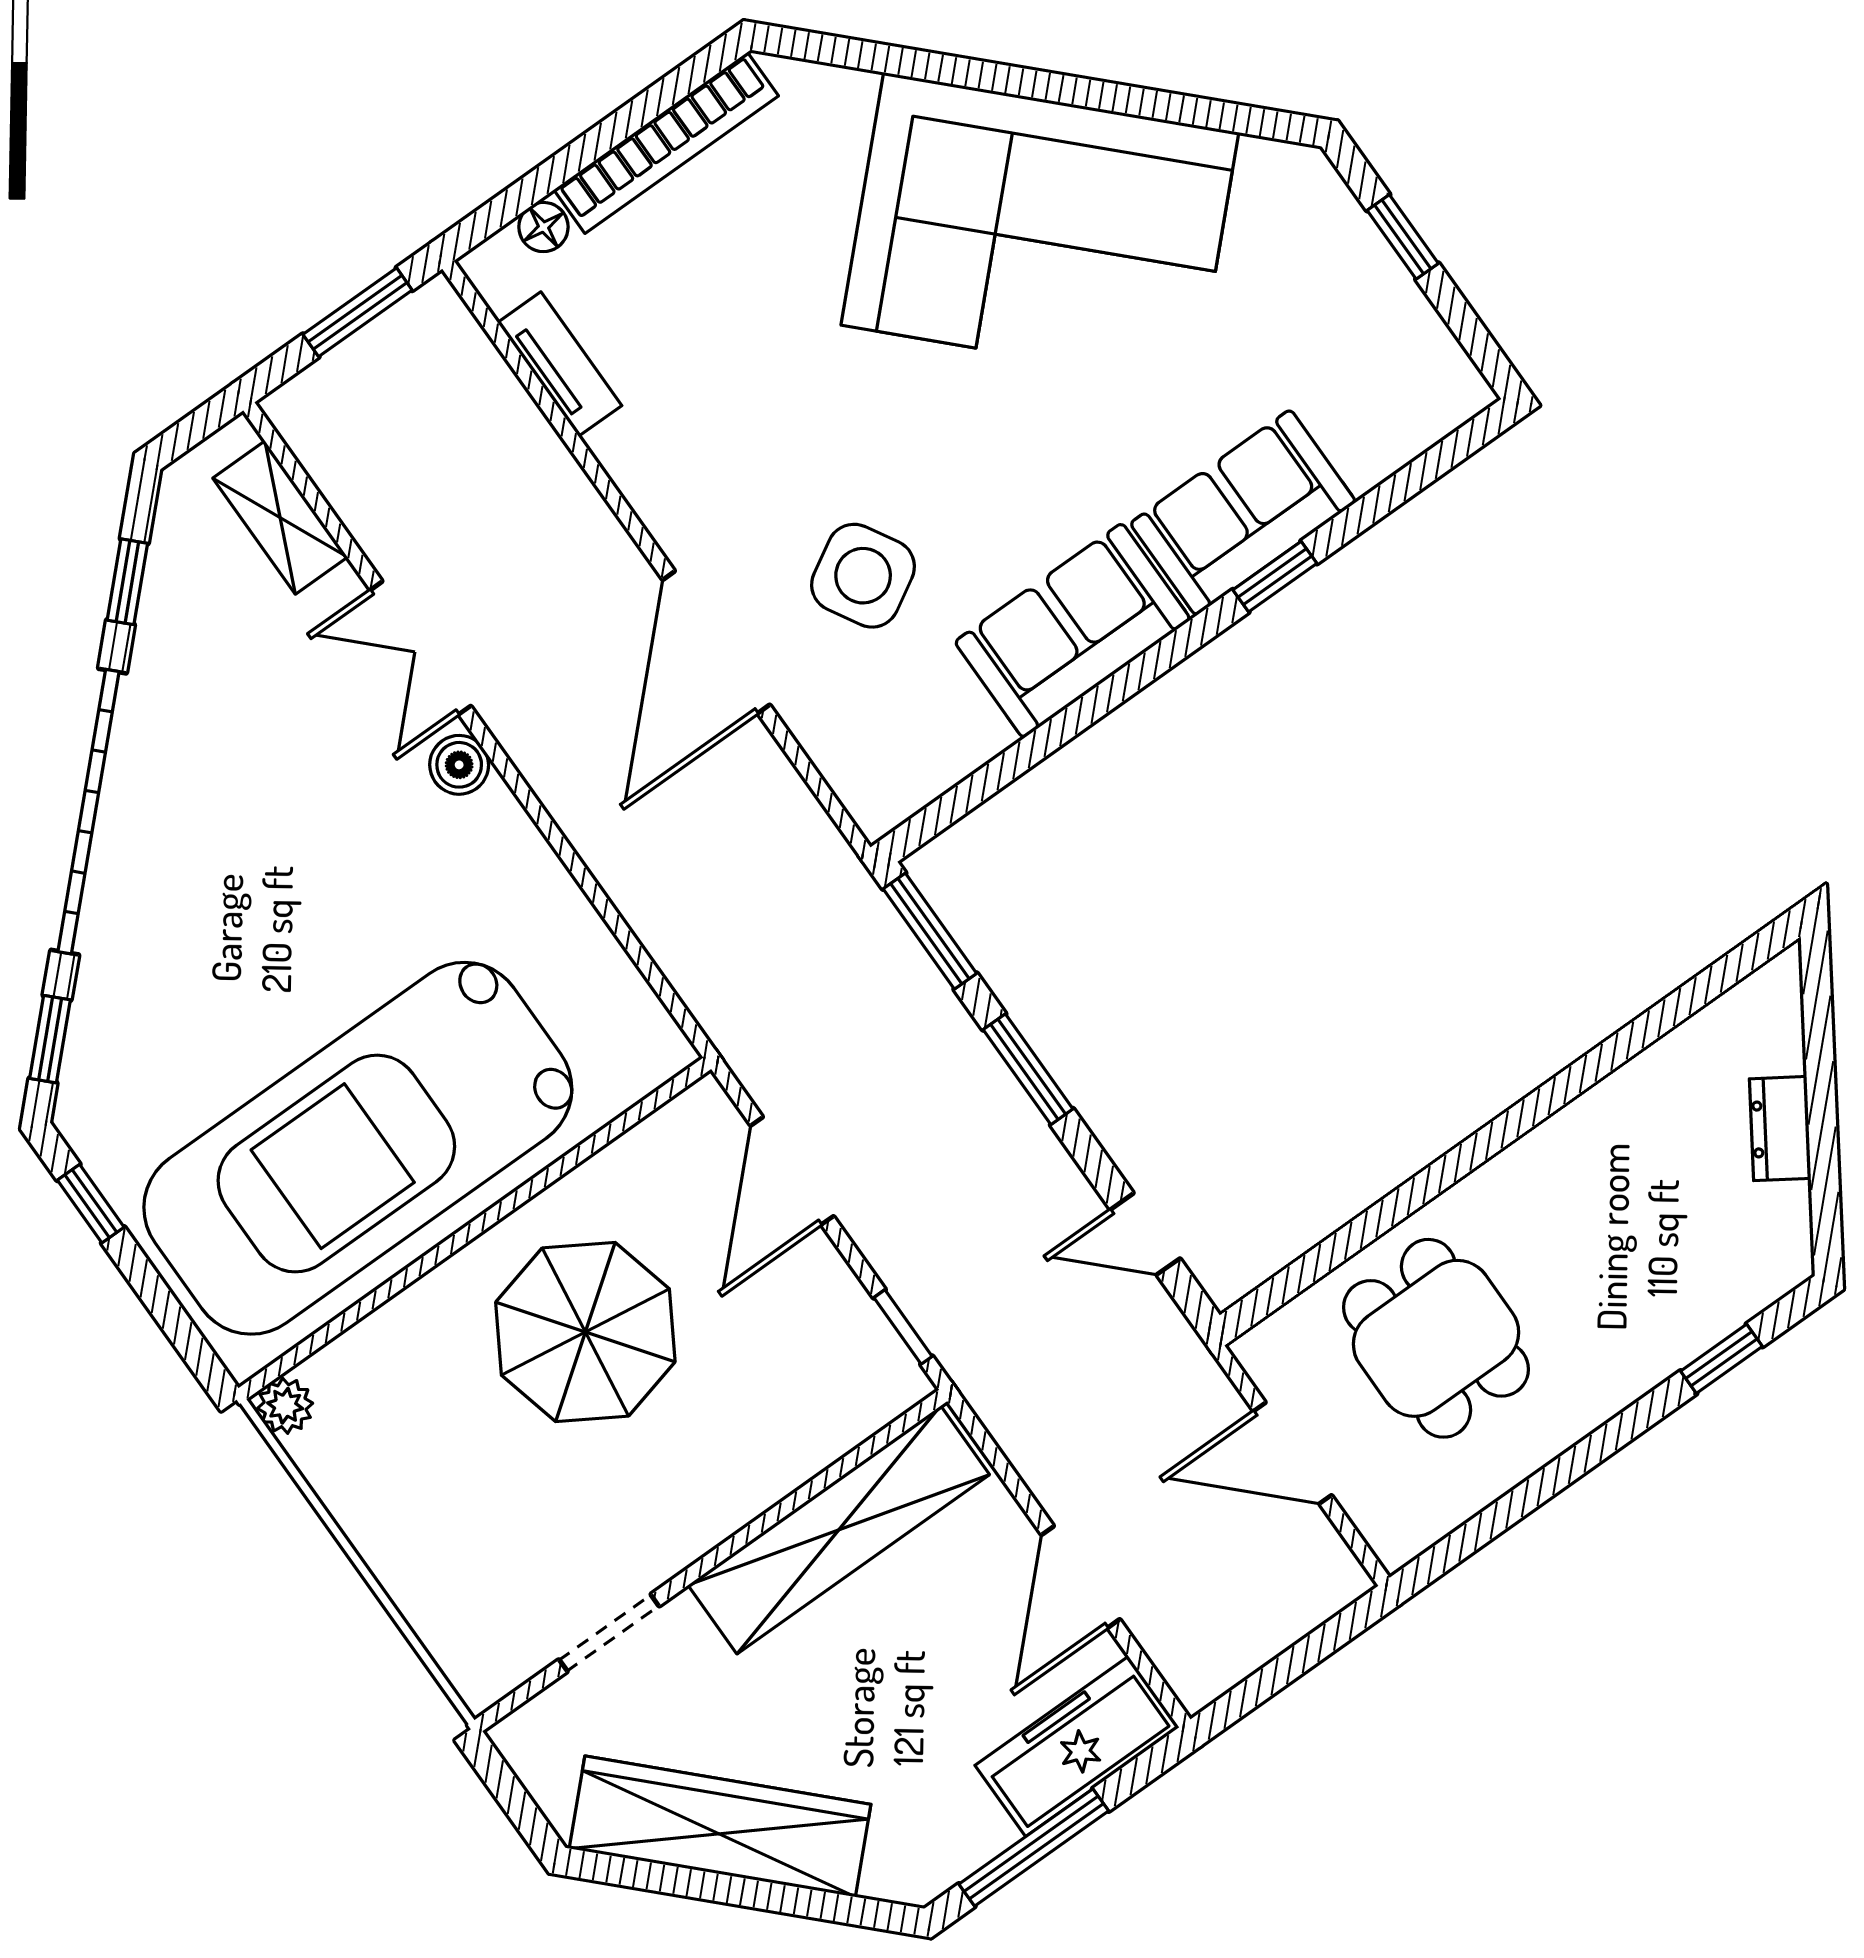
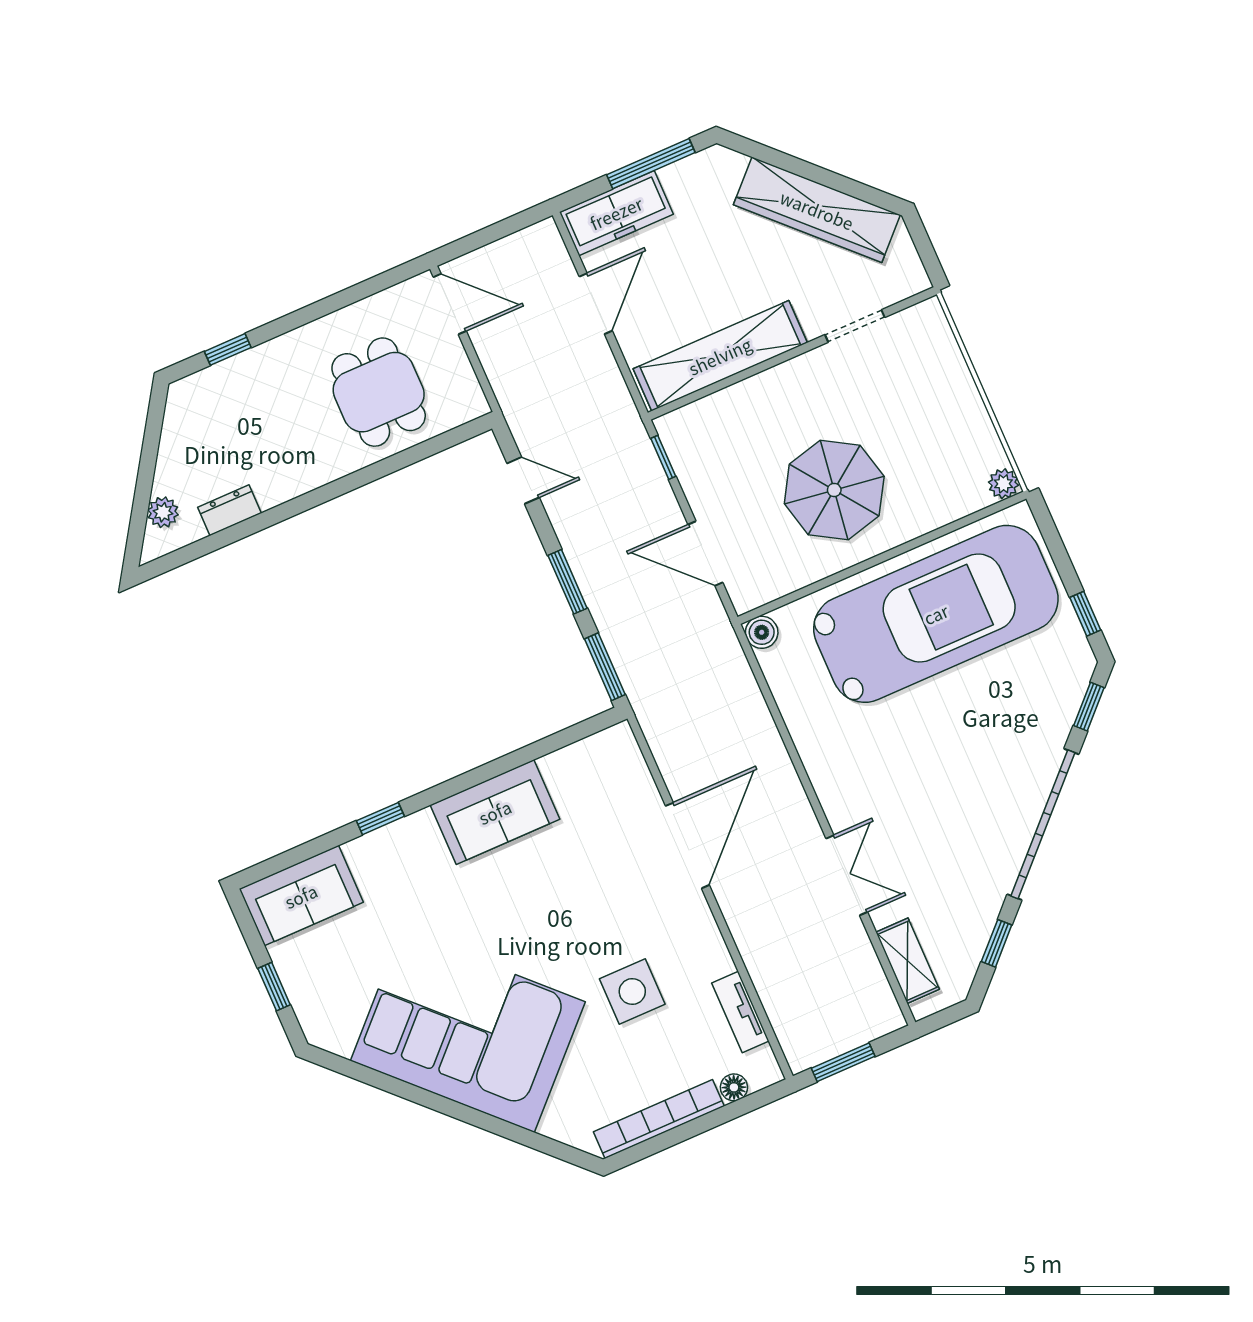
sofa: (1243, 513) -> (301, 896), moved
side table: (863, 576) -> (632, 992), moved, turned 30
boiler: (459, 765) -> (762, 632), moved
plant: (1777, 1044) -> (163, 512), added
dresser: (1780, 1129) -> (230, 510), moved, turned -123
door: (792, 1171) -> (705, 553), swing flipped
door: (1293, 1453) -> (450, 304), moved

